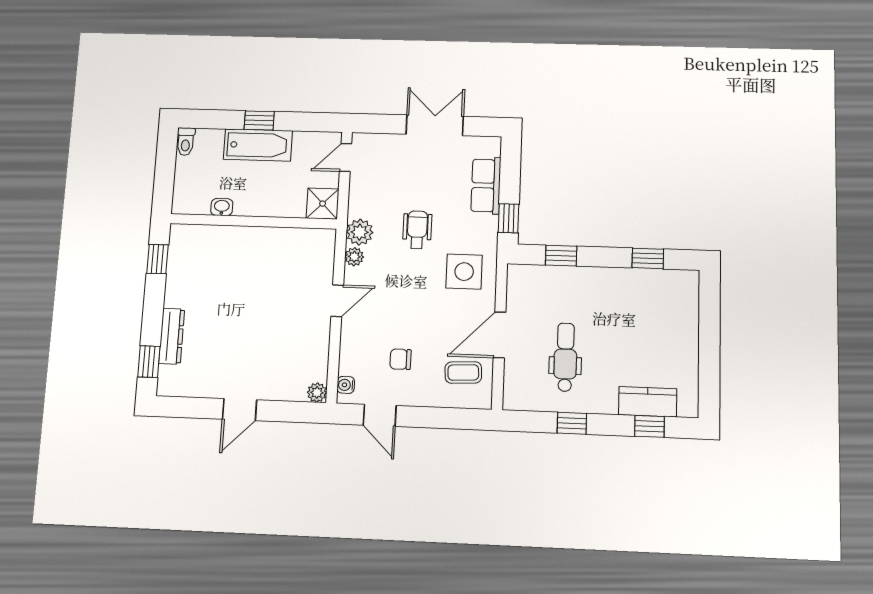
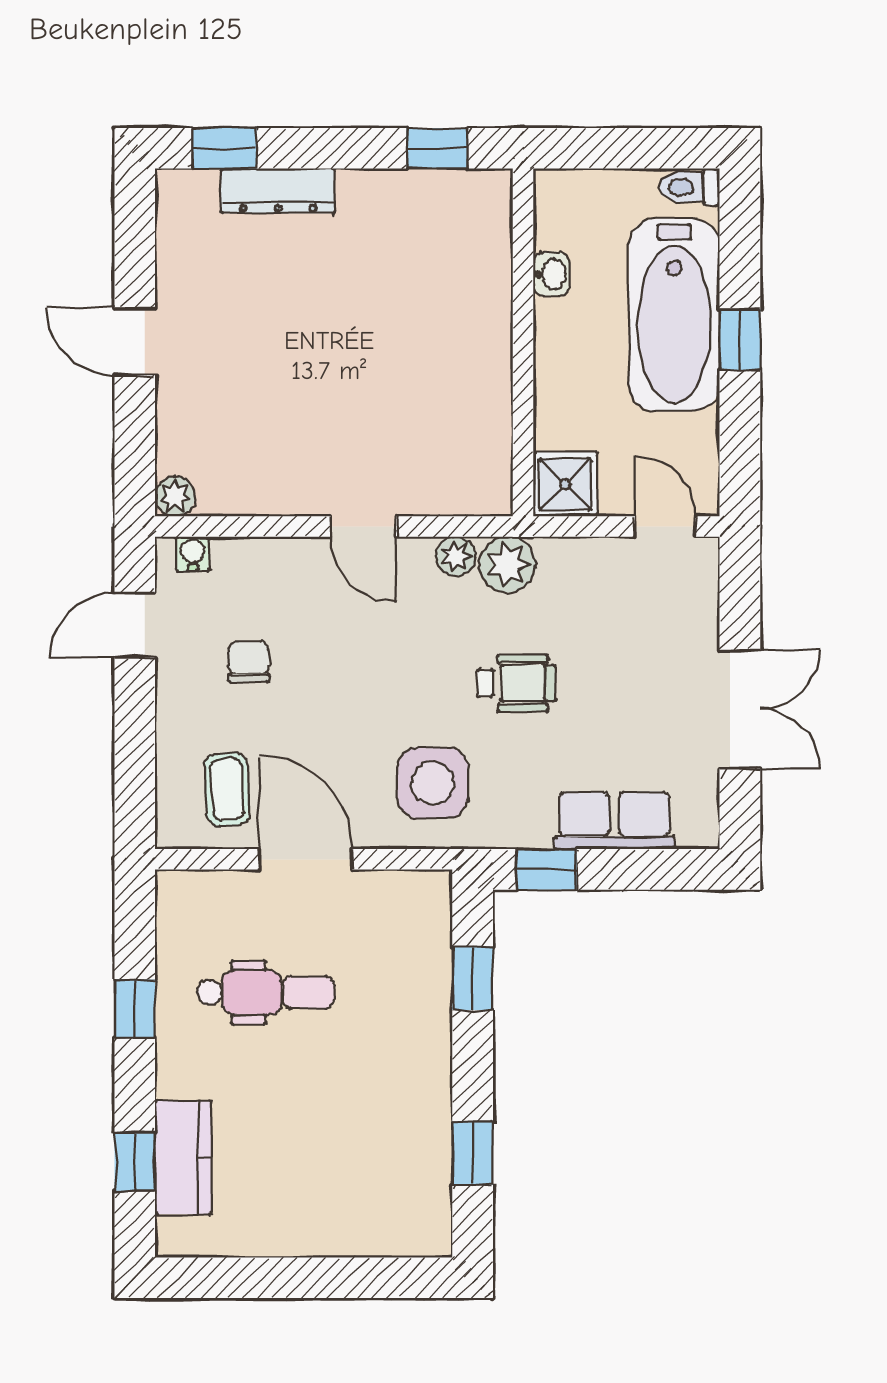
bathtub: (258, 145) -> (674, 315), width x1.36, depth x1.36

